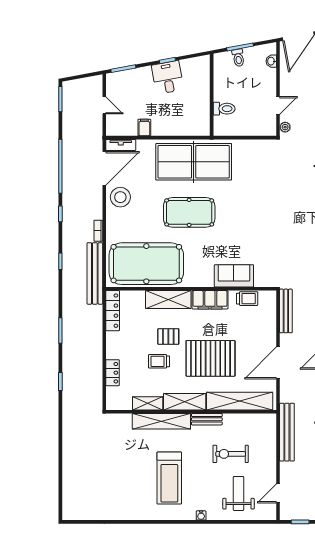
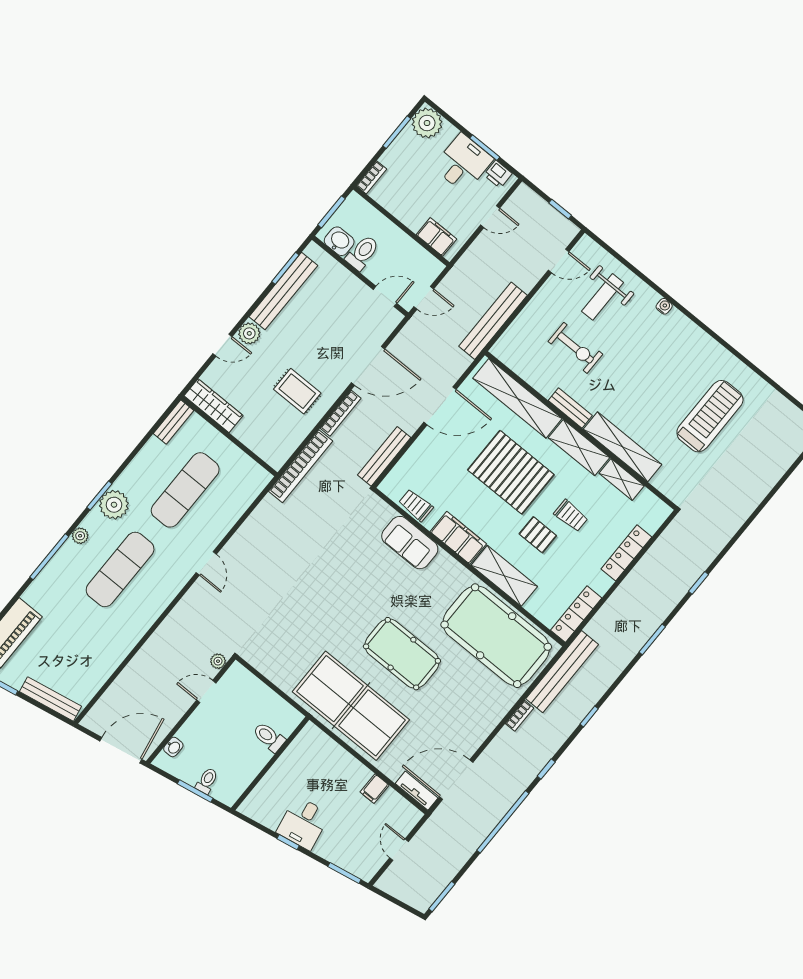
stool: (120, 197) -> (464, 733), removed
locker: (113, 373) -> (626, 553), width x1.53
treadmill: (169, 478) -> (710, 416), moved

